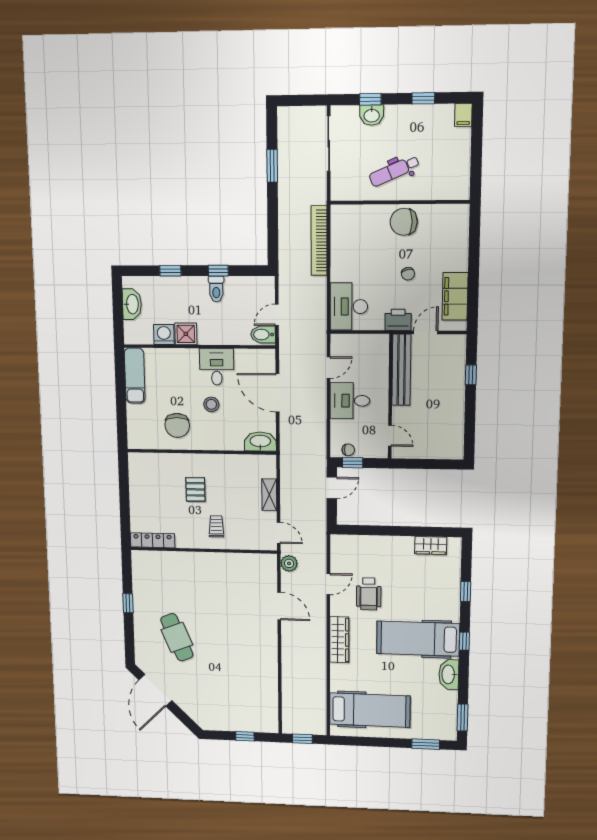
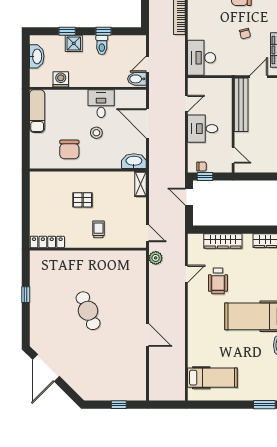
printer: (398, 320) -> (238, 67), removed
shower: (186, 334) -> (74, 43), moved
door: (332, 488) -> (189, 197), swing flipped
pallet: (195, 489) -> (83, 200), turned 90
shelving: (269, 495) -> (141, 184), moved
door: (279, 606) -> (148, 335), moved
cafe table: (177, 637) -> (88, 311), moved
wardrobe: (339, 640) -> (223, 241), moved, turned 90
hospital bed: (370, 710) -> (212, 378), width x0.73, depth x0.78
window: (302, 739) -> (166, 405), removed

